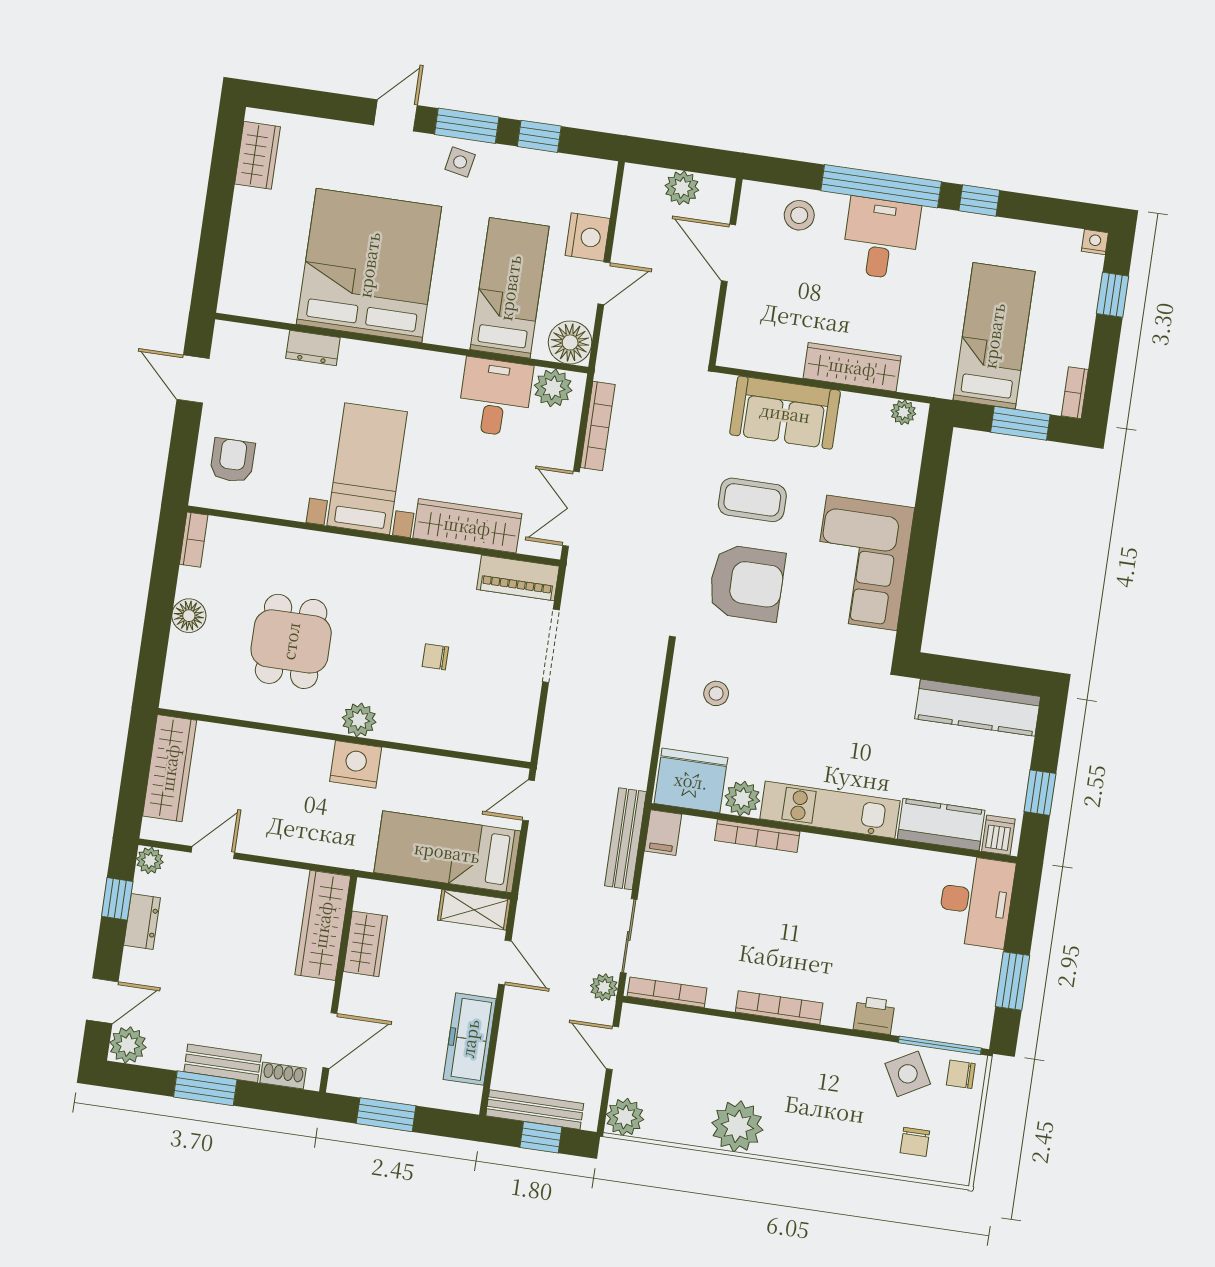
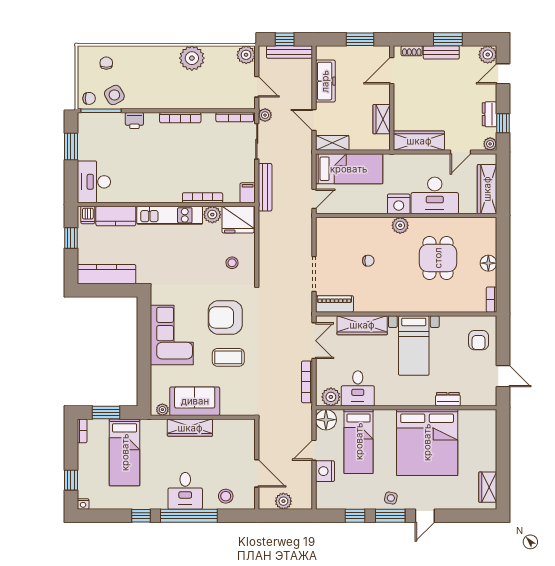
sofa: (785, 413) -> (195, 401), moved
desk: (279, 771) -> (435, 195), added
wardrobe: (323, 925) -> (419, 141), moved, turned -90

